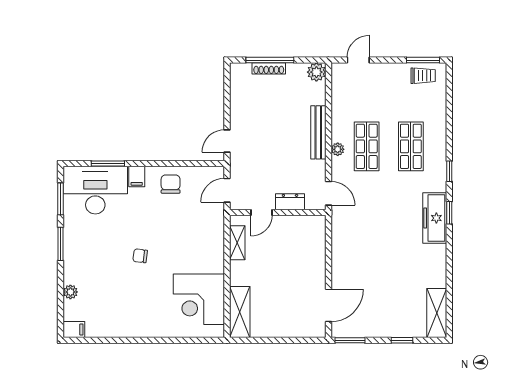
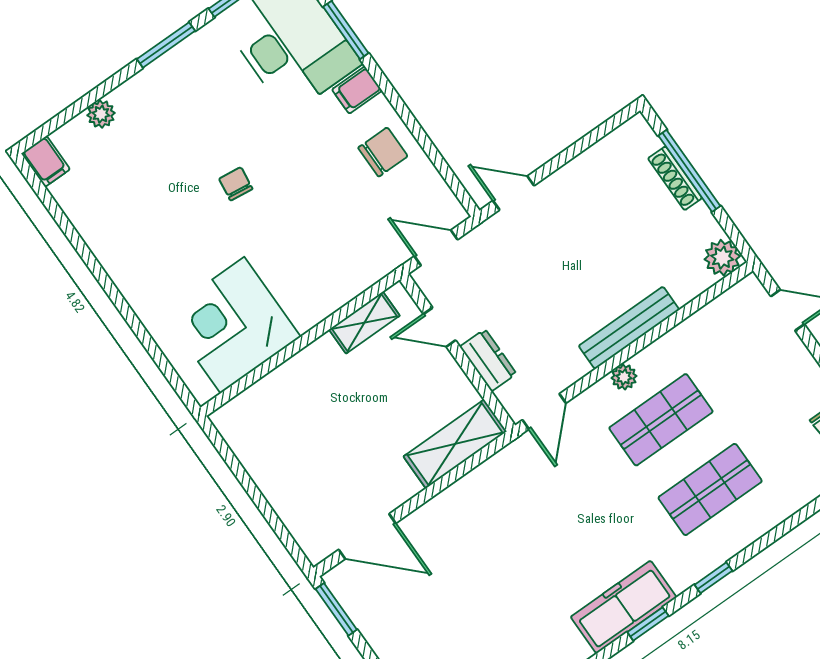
shelving: (240, 312) -> (455, 444), moved

